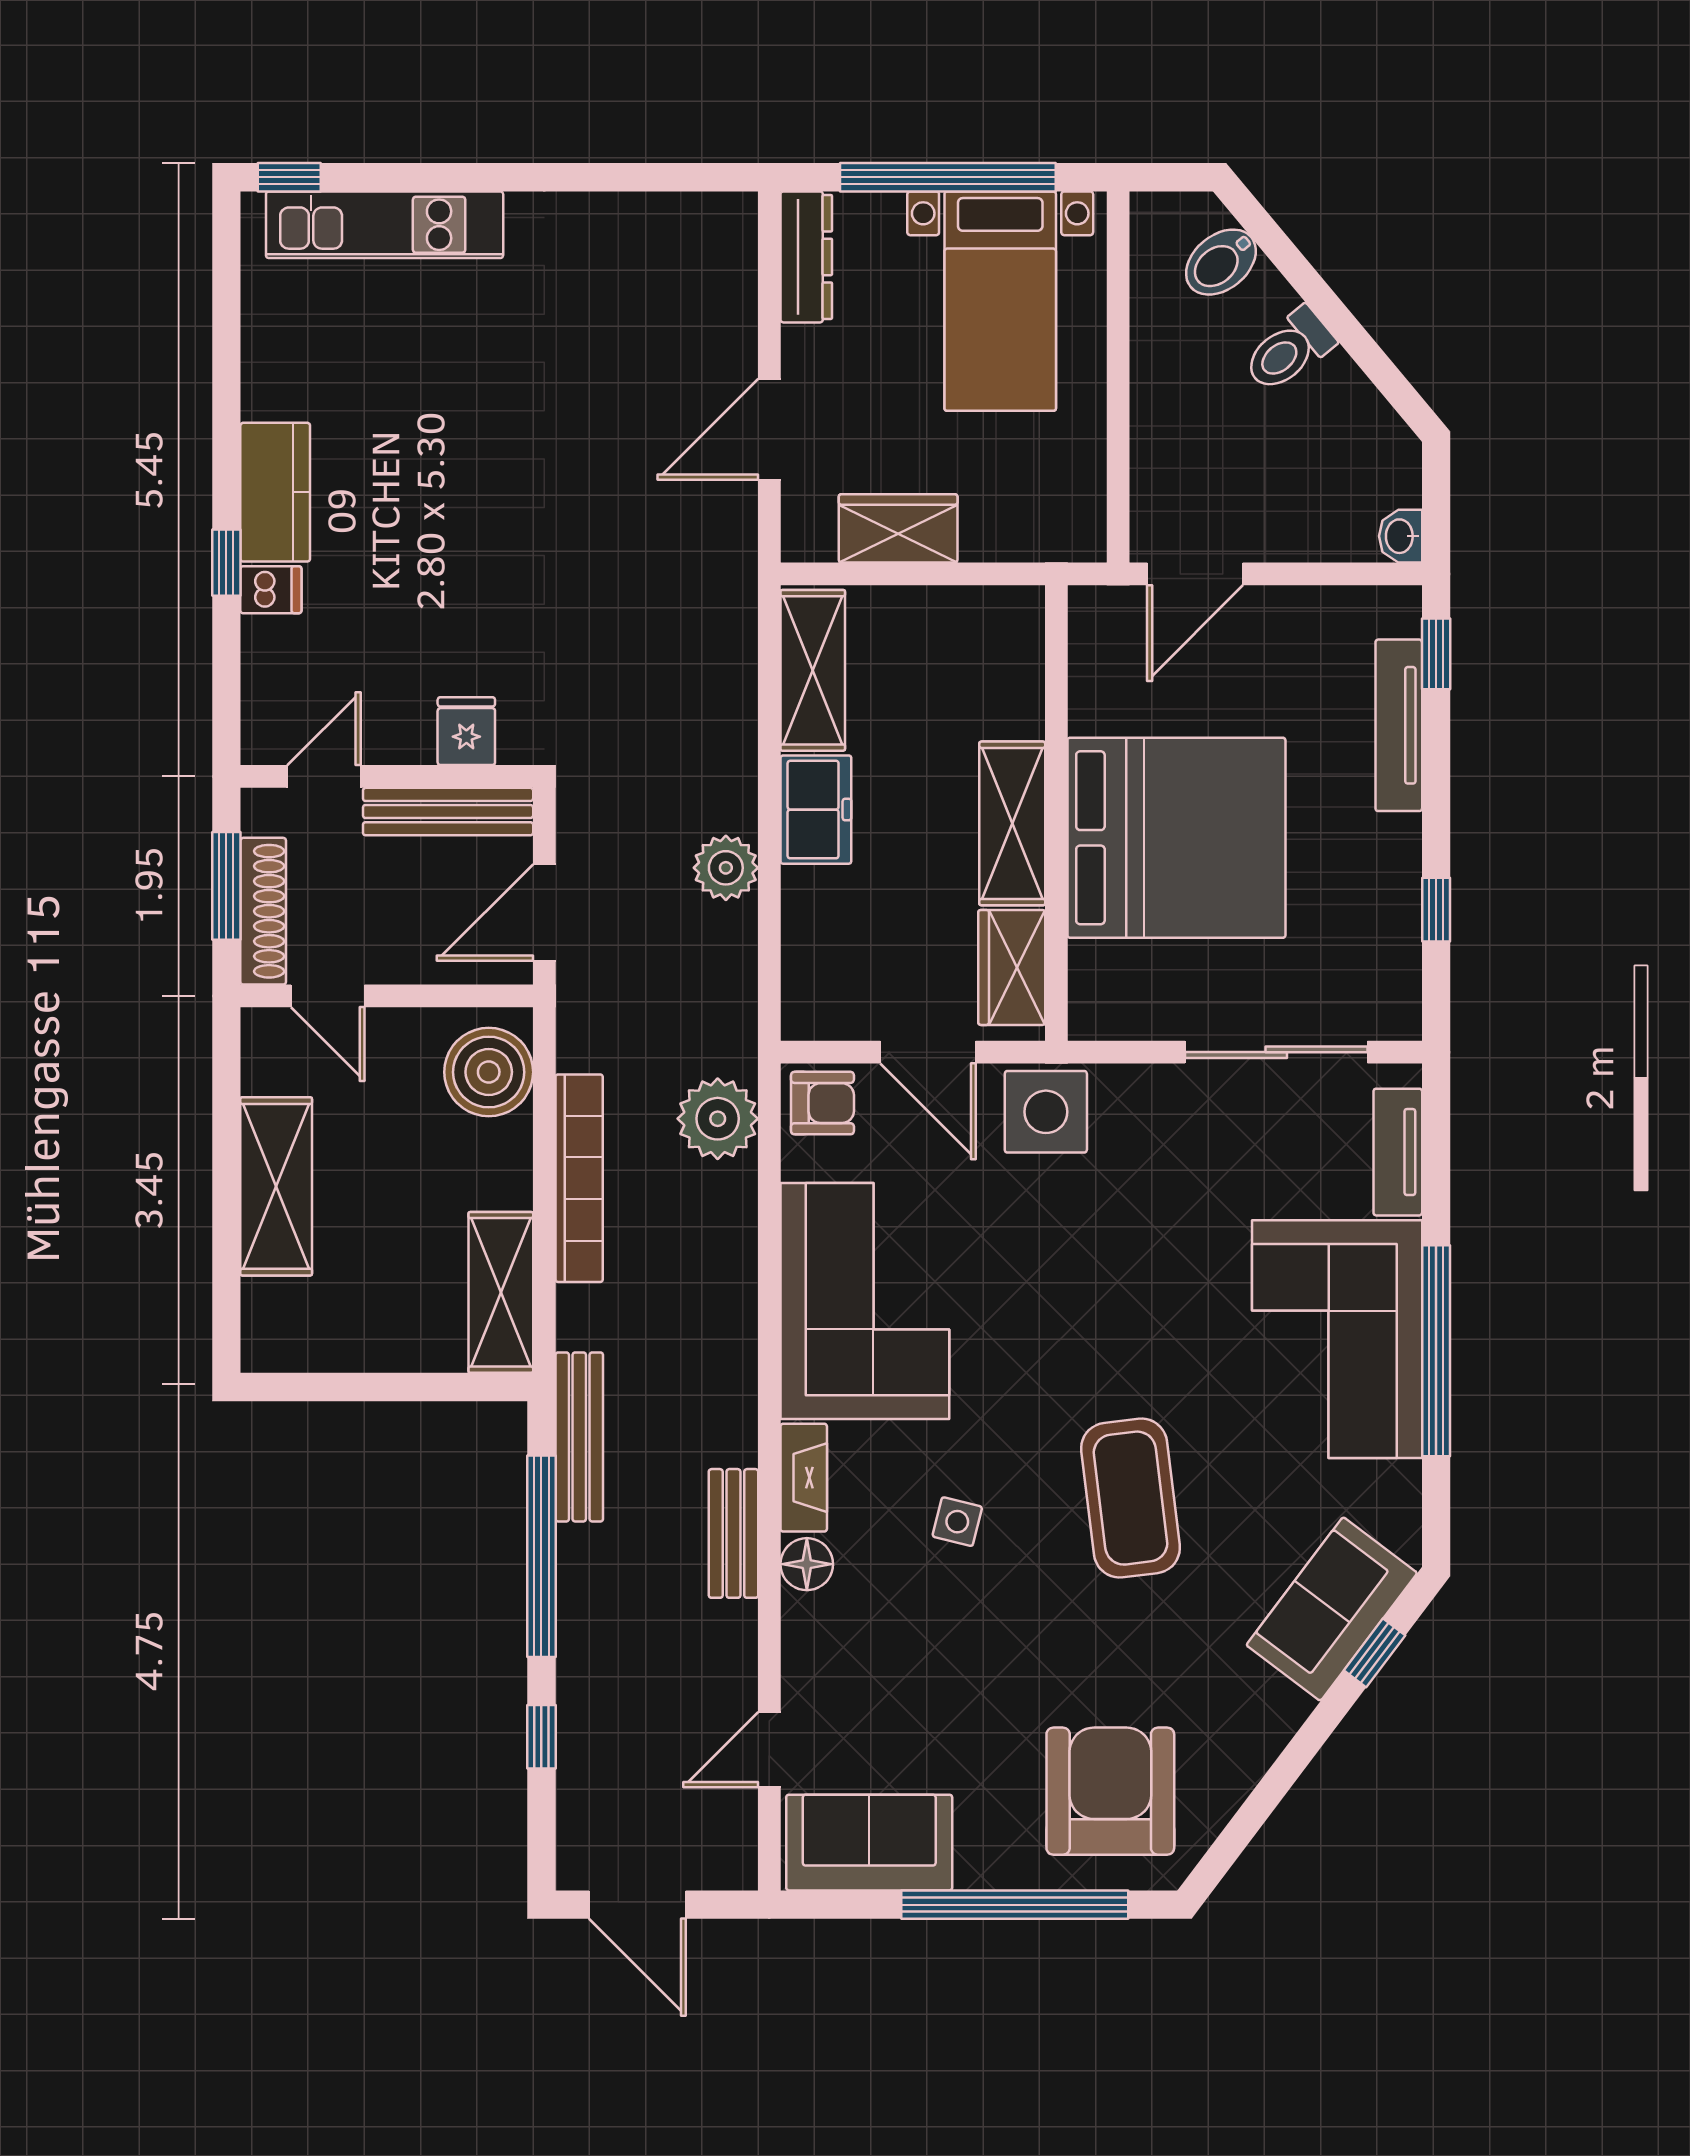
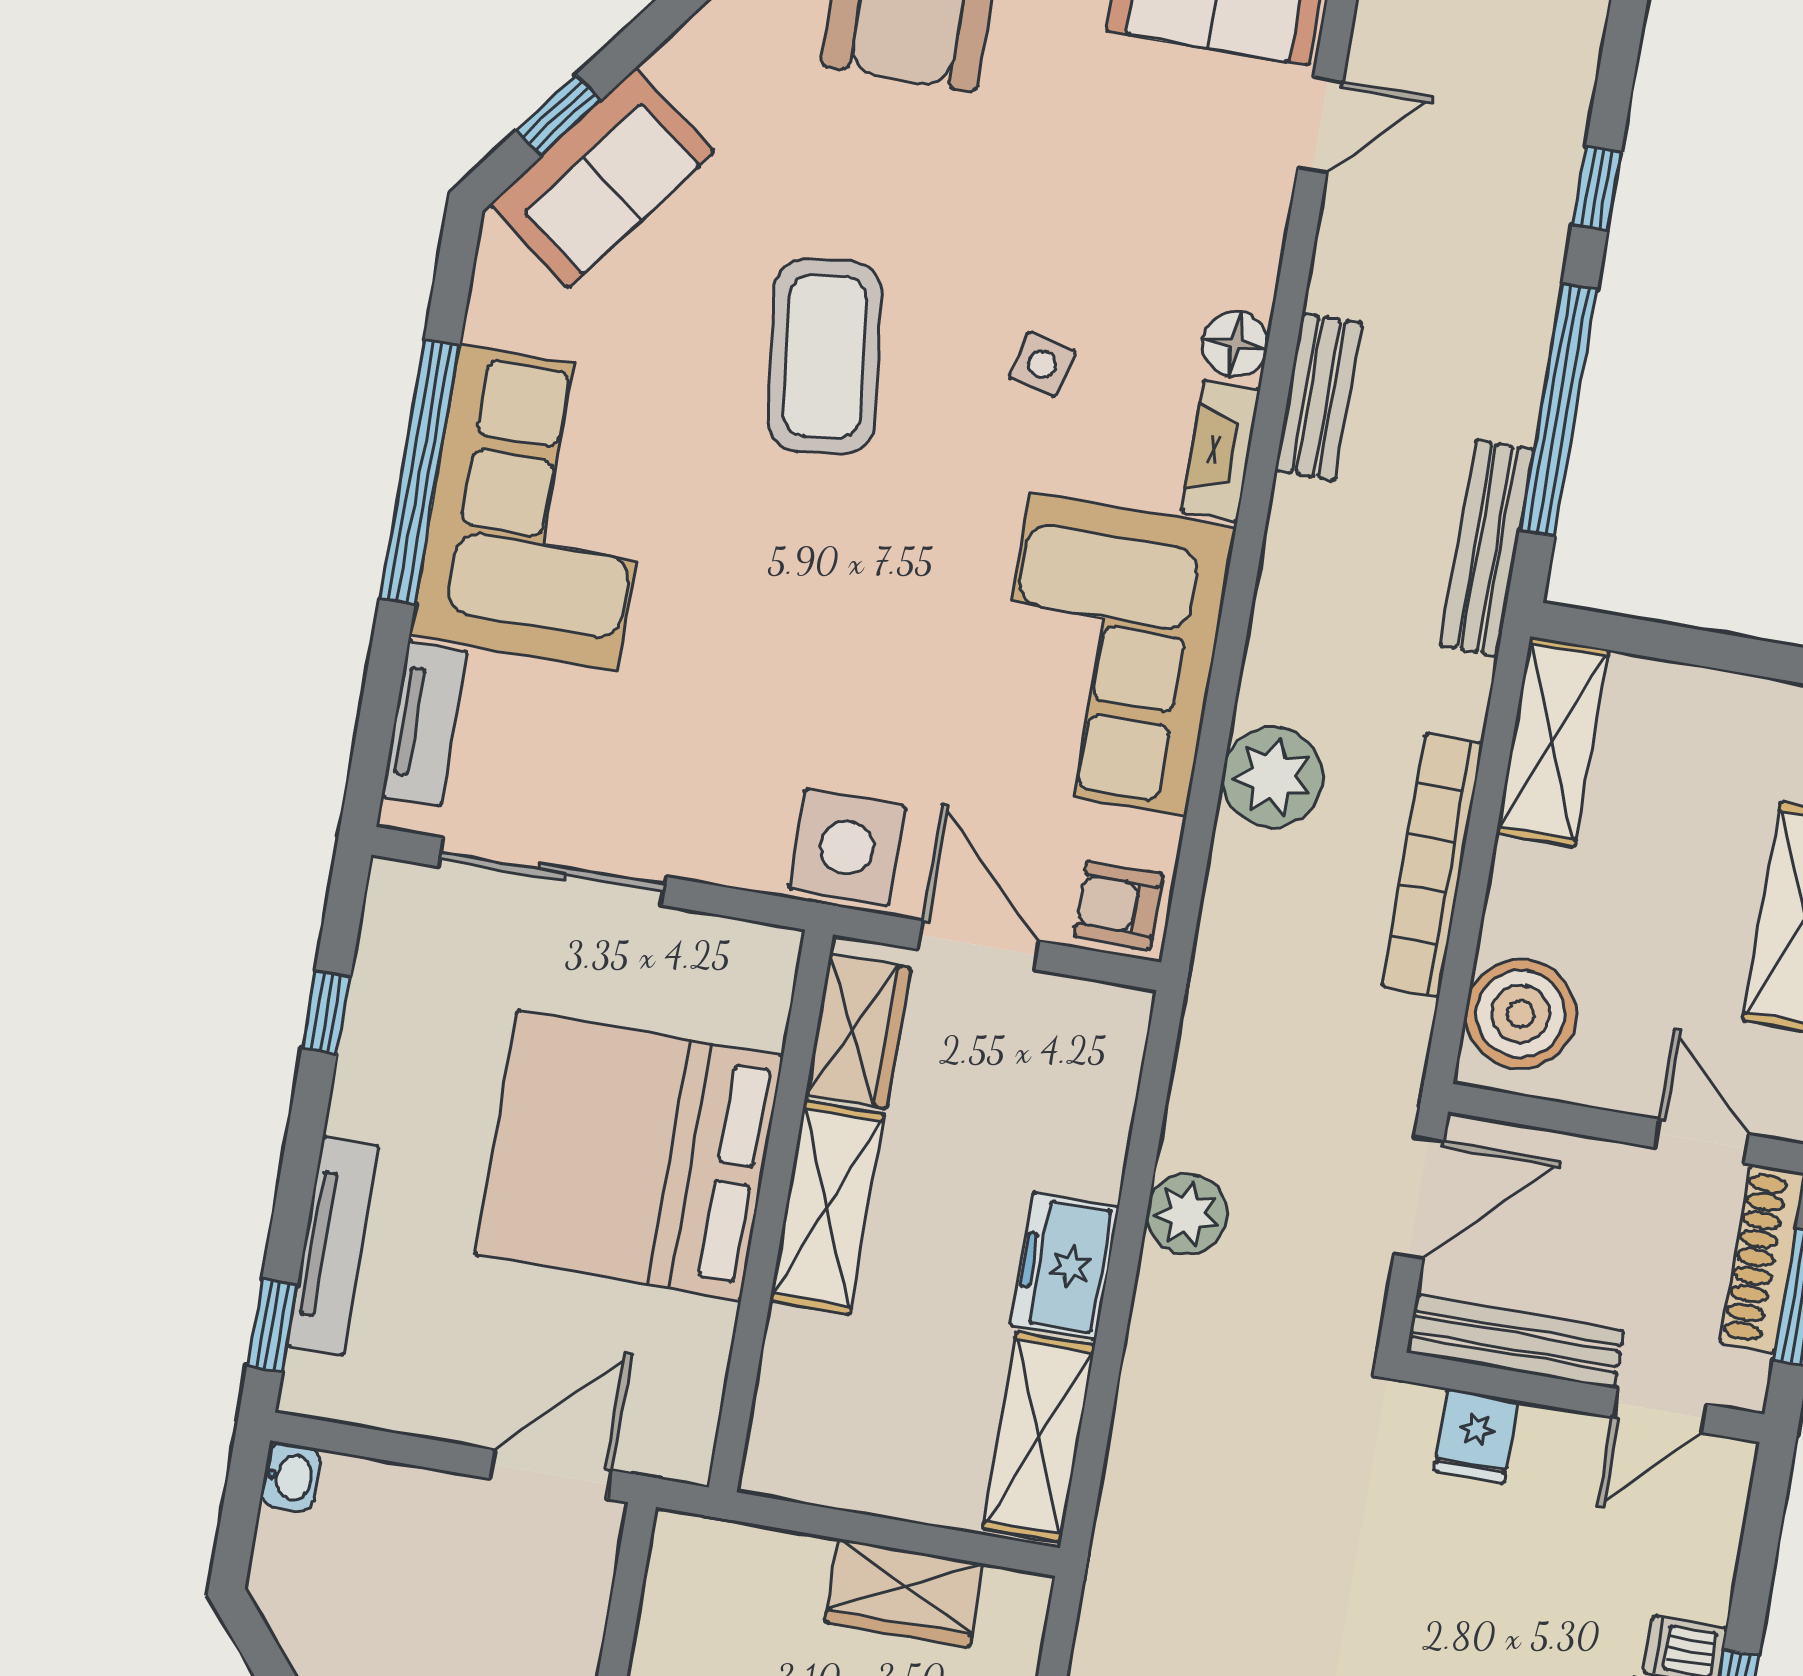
plant: (718, 1119) -> (1273, 777), moved

